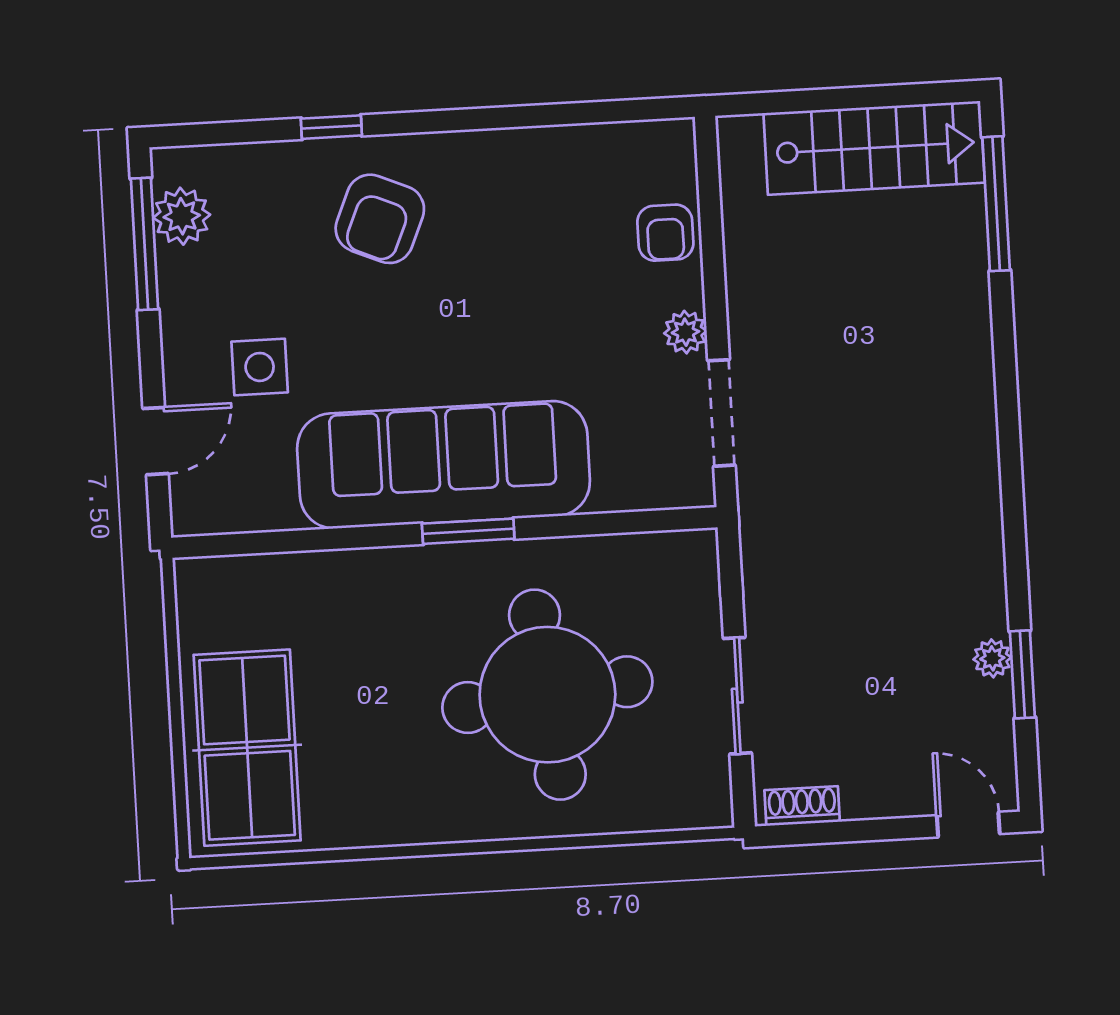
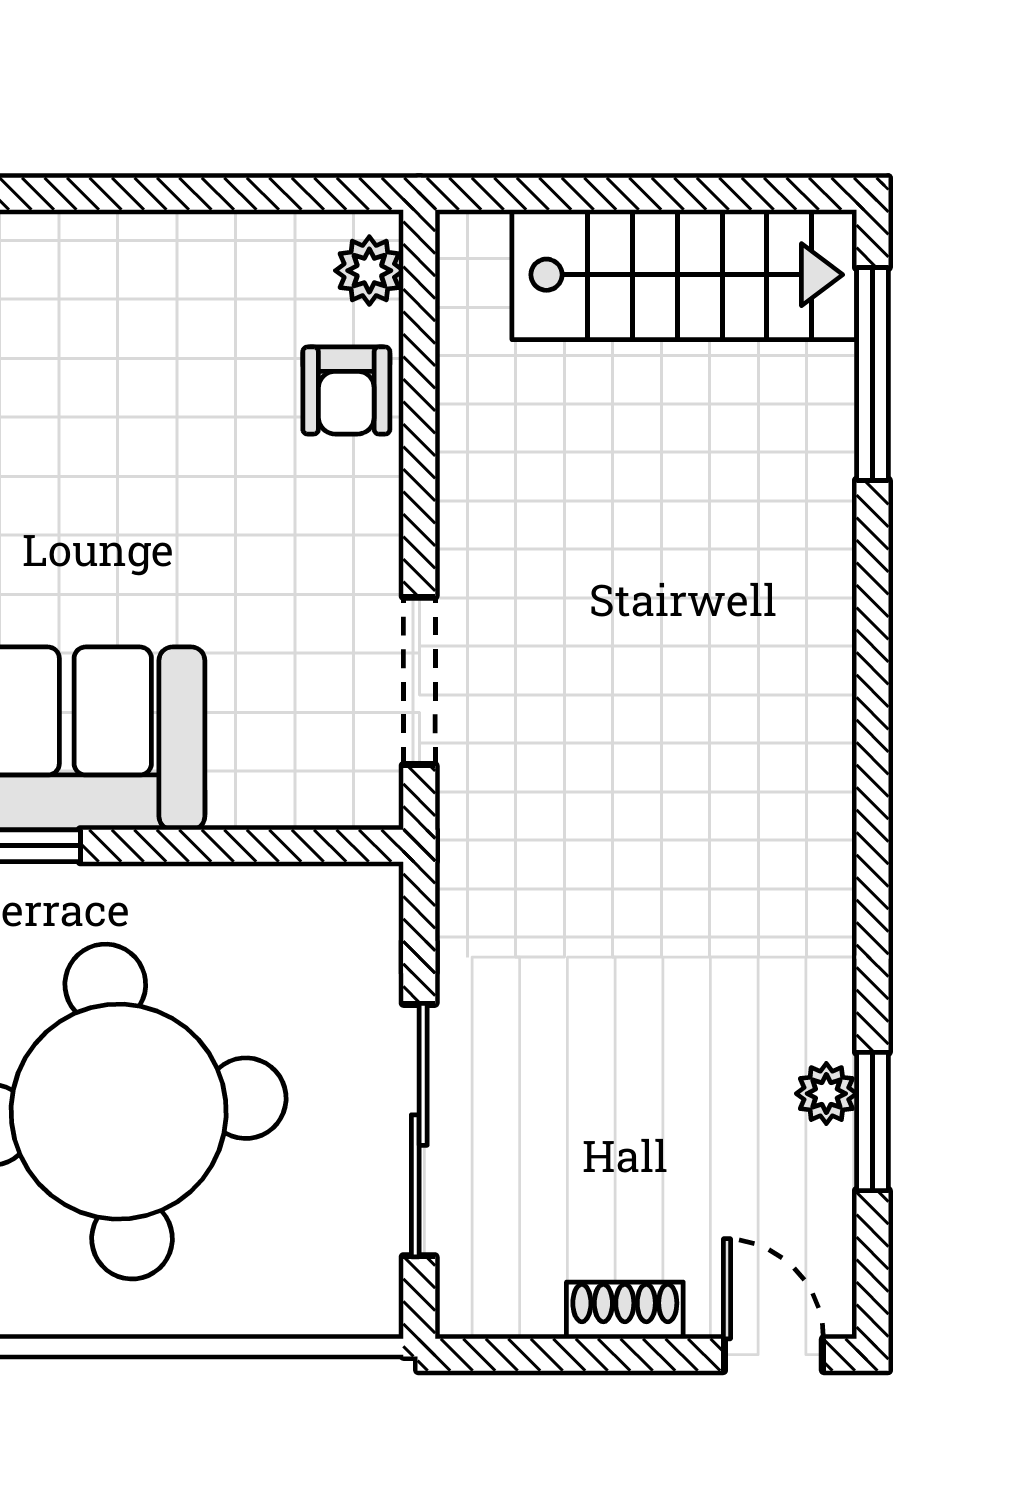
plant: (685, 332) -> (369, 271), moved
sliding door: (737, 696) -> (419, 1130), width x1.37
shoe rack: (802, 806) -> (625, 1310), moved

